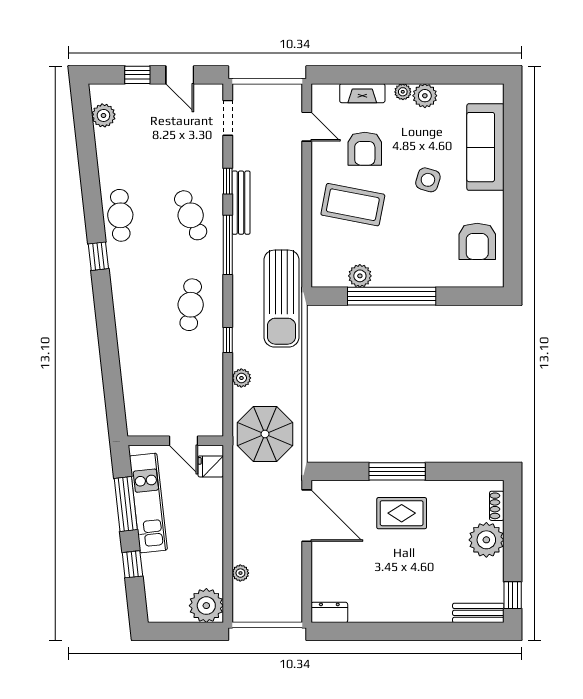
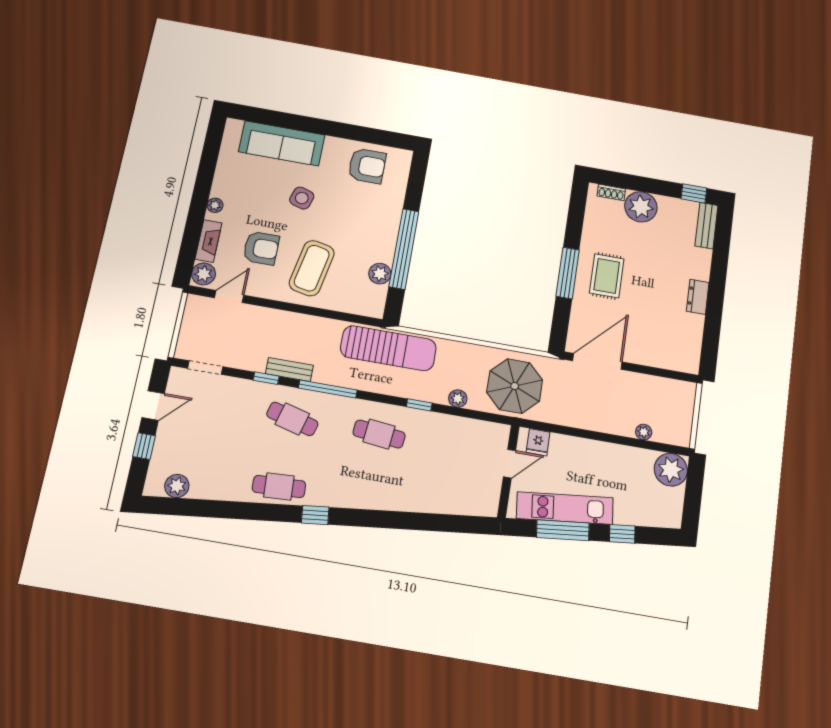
plant: (425, 96) -> (204, 274), moved
bench: (241, 203) -> (289, 369), width x0.73
cafe table: (191, 215) -> (292, 419), turned 39
dresser: (329, 612) -> (698, 297), moved

